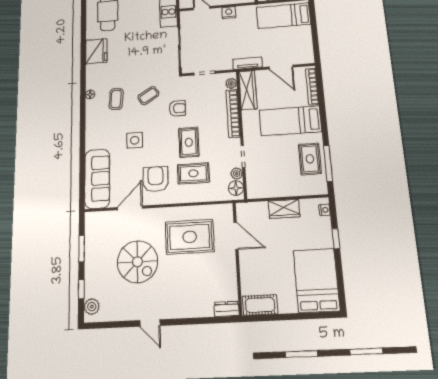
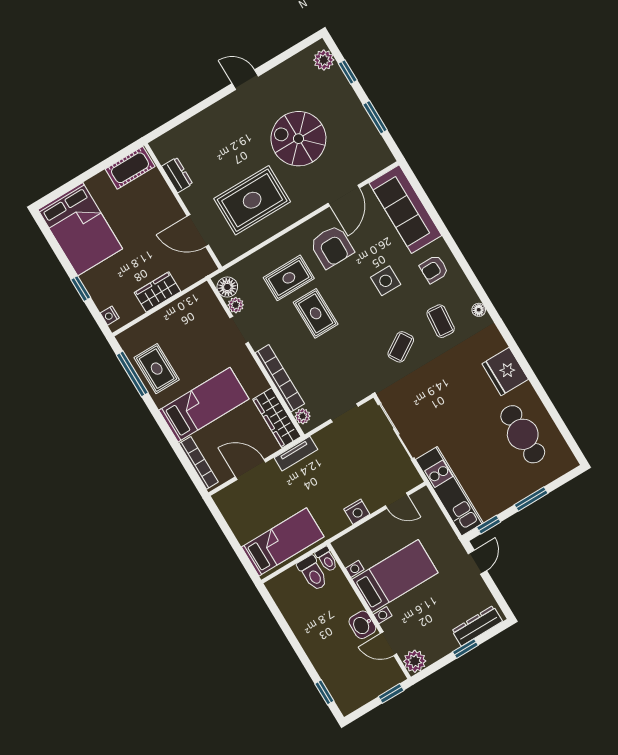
armchair: (177, 108) -> (434, 269), moved
dresser: (227, 309) -> (177, 175), moved, turned -90

